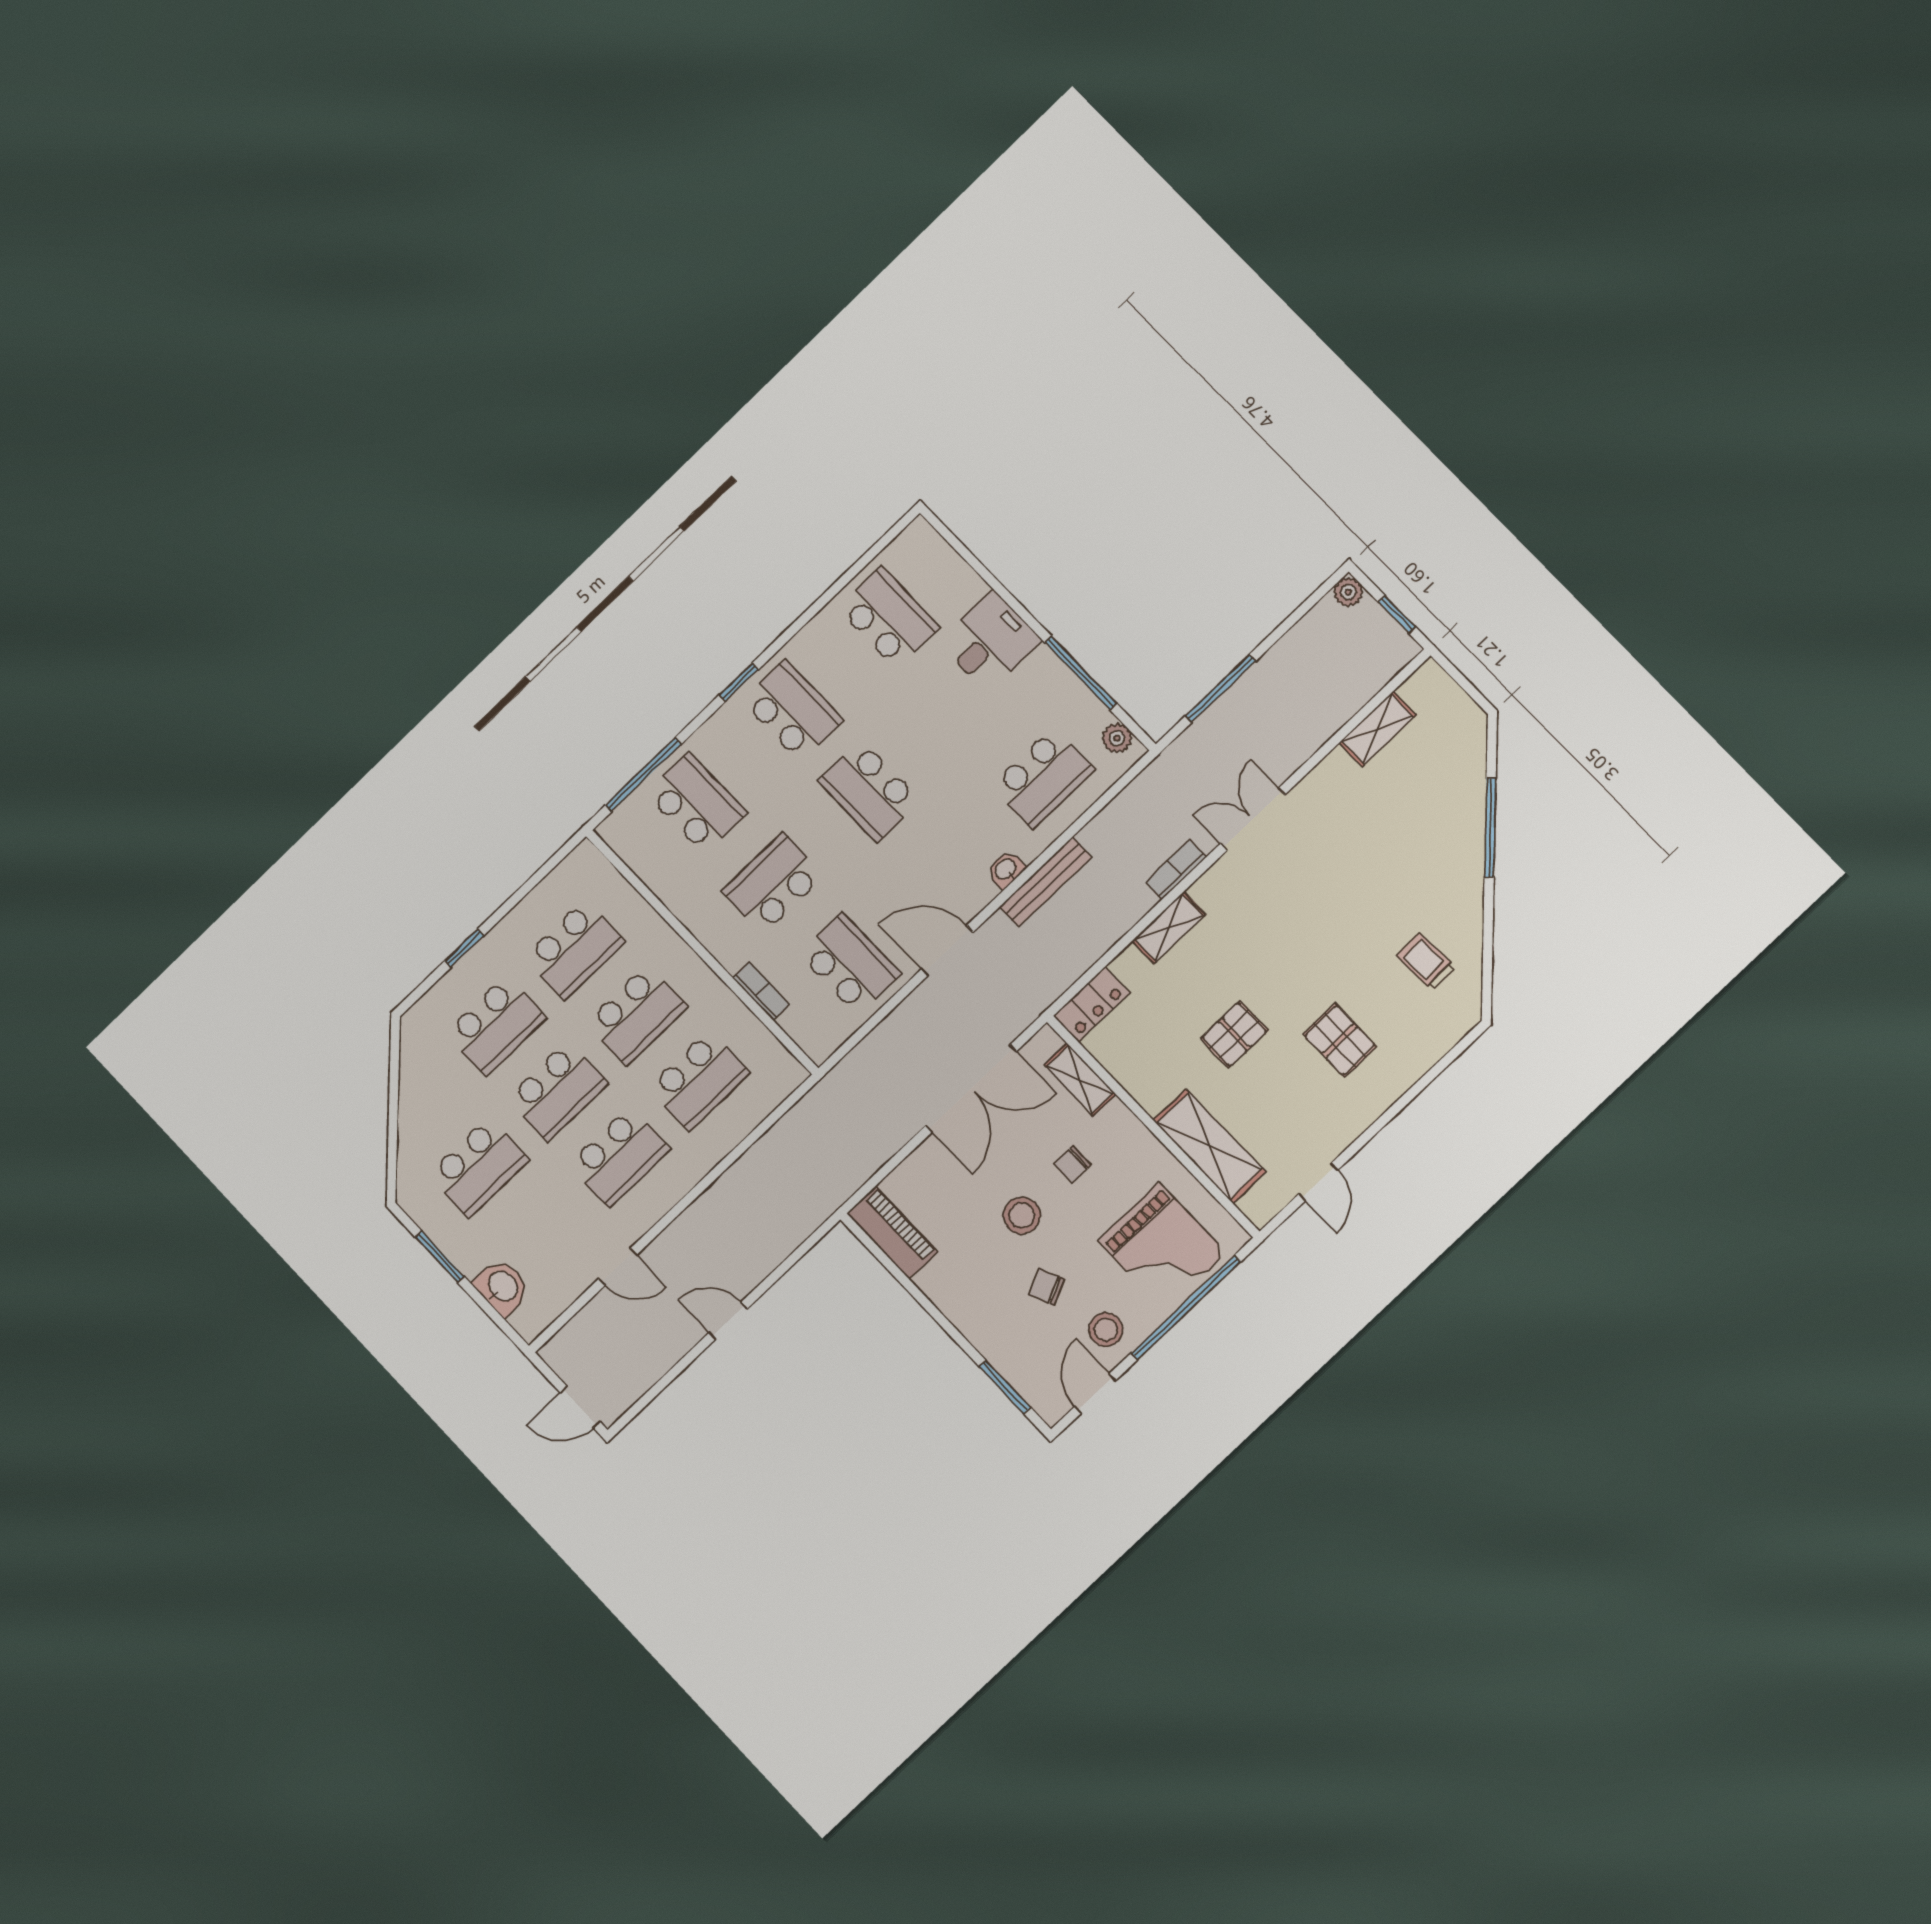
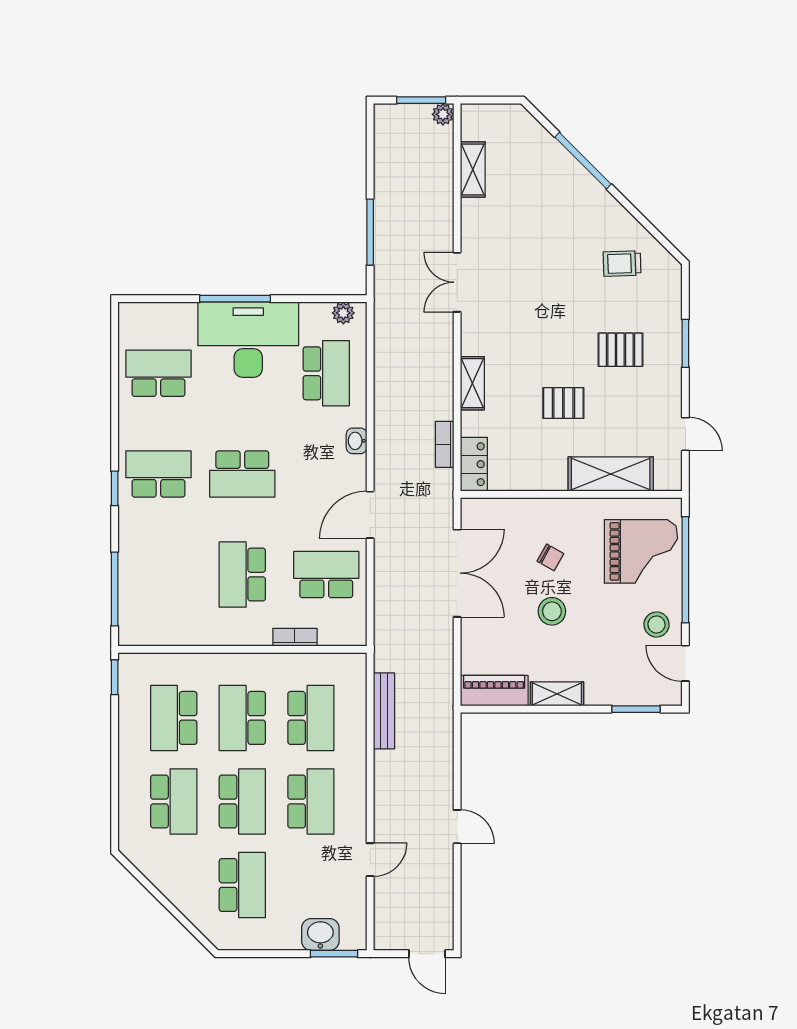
plant: (1348, 592) -> (443, 114), moved
window: (1397, 614) -> (421, 100), width x1.50
desk: (990, 641) -> (248, 340), width x1.87, depth x1.30
window: (1081, 673) -> (235, 299), moved
school desk: (697, 803) -> (158, 575), removed
bookcase: (1176, 869) -> (445, 444), moved
bench: (1046, 882) -> (384, 711), moved
window: (464, 948) -> (115, 677), moved
school desk: (575, 949) -> (174, 718), turned 180
school desk: (637, 1015) -> (242, 718), turned 180
pallet: (1234, 1034) -> (563, 403), turned 90
shelving: (1080, 1080) -> (557, 694), moved
window: (1407, 1098) -> (685, 343), added
chair: (1072, 1164) -> (550, 557), turned -61
window: (440, 1257) -> (334, 954), moved
chair: (1047, 1287) -> (603, 635), removed
door: (728, 1321) -> (457, 827), swing flipped
door: (580, 1407) -> (427, 954), hinge flipped

